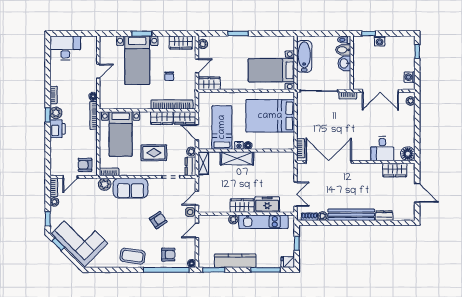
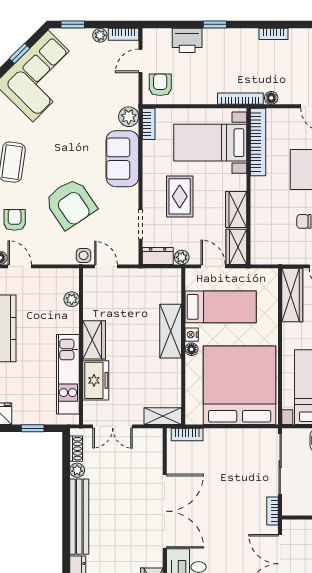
wardrobe: (209, 83) -> (292, 295), width x1.50
bookcase: (172, 104) -> (258, 142), moved
plant: (56, 113) -> (244, 38), removed
window: (48, 115) -> (215, 24), moved
bed: (270, 116) -> (240, 385), width x1.36
printer: (58, 129) -> (187, 40), moved
door: (197, 132) -> (213, 266), hinge flipped
double door: (329, 162) -> (165, 511), moved
shelving: (203, 163) -> (163, 416), moved
door: (70, 177) -> (141, 61), hinge flipped
plant: (233, 219) -> (72, 299), moved
armchair: (158, 220) -> (71, 204), width x1.88, depth x1.88
door: (197, 231) -> (20, 266), moved
window: (58, 244) -> (19, 53), moved
armchair: (168, 255) -> (15, 220), turned 180

